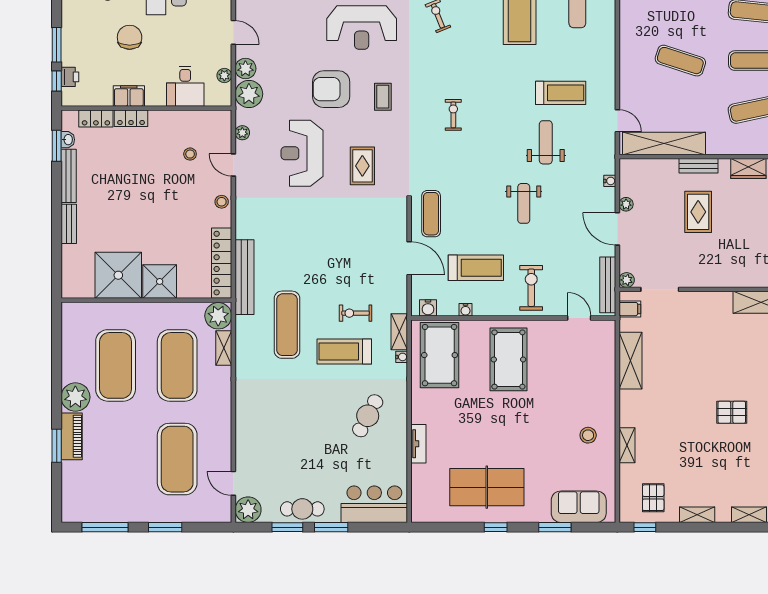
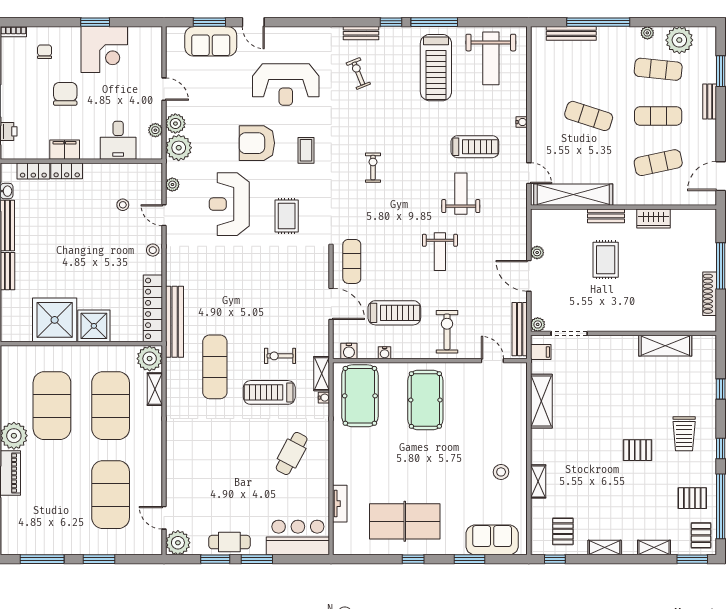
water cooler: (610, 181) -> (522, 122), moved
tv unit: (418, 444) -> (340, 504), moved

